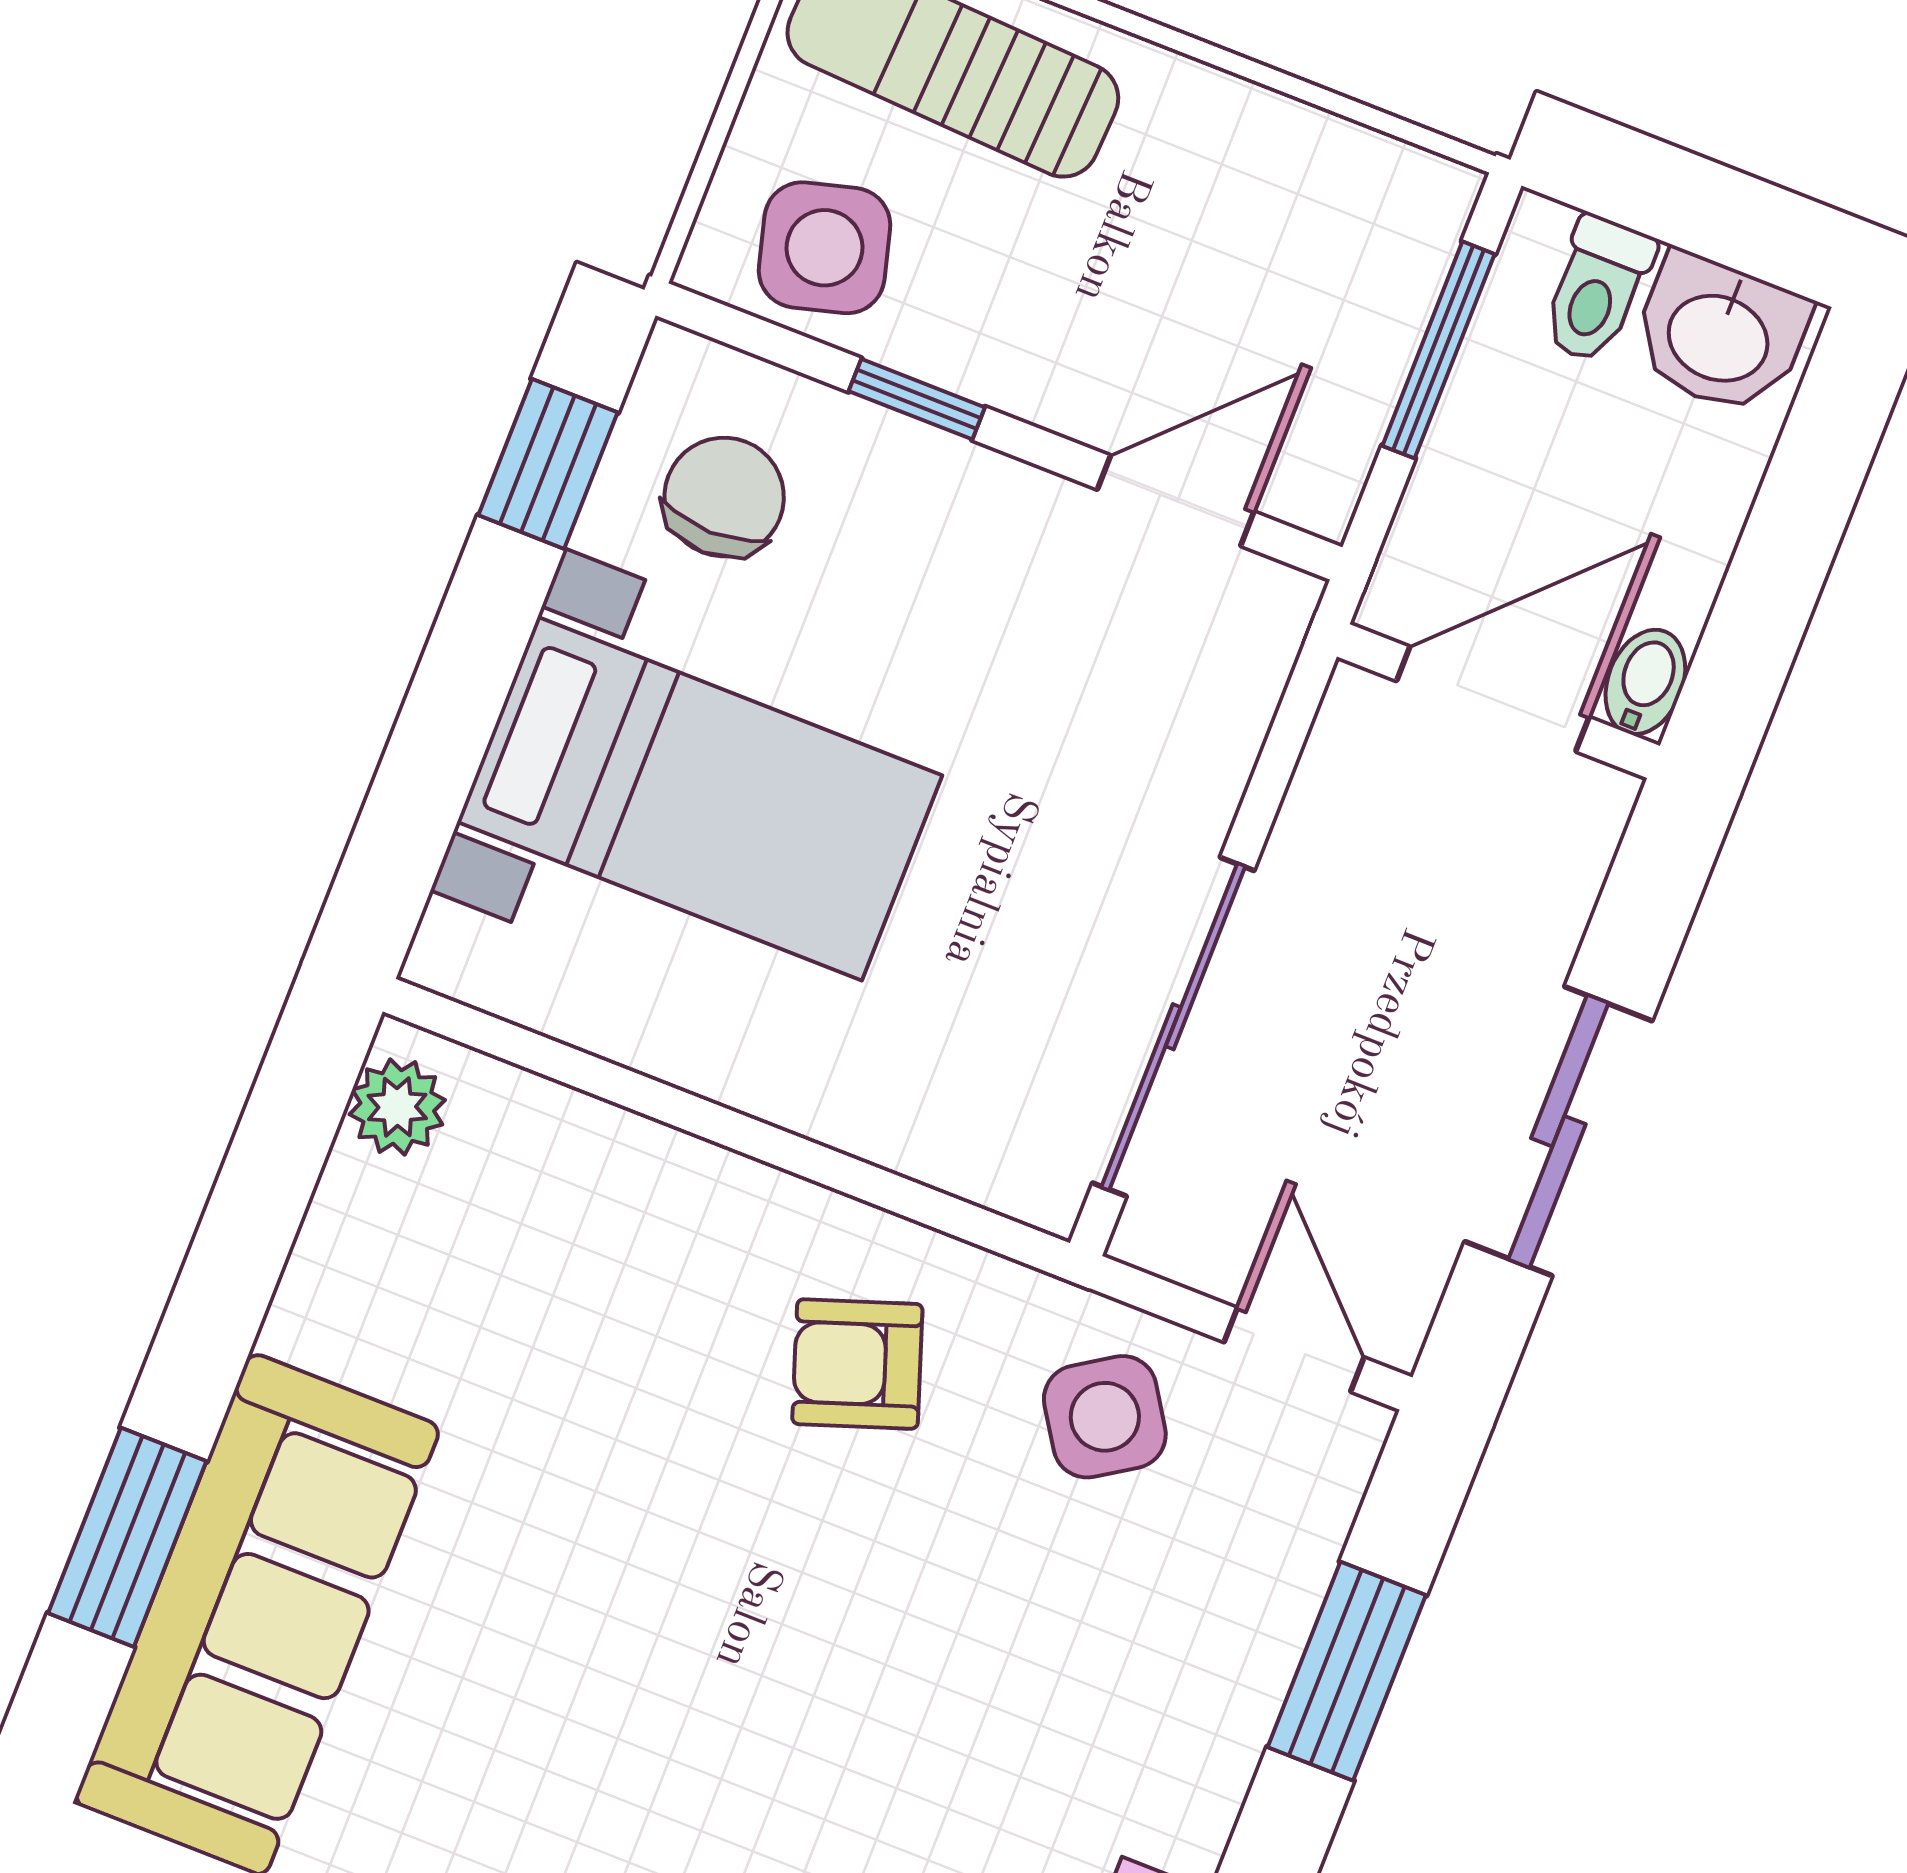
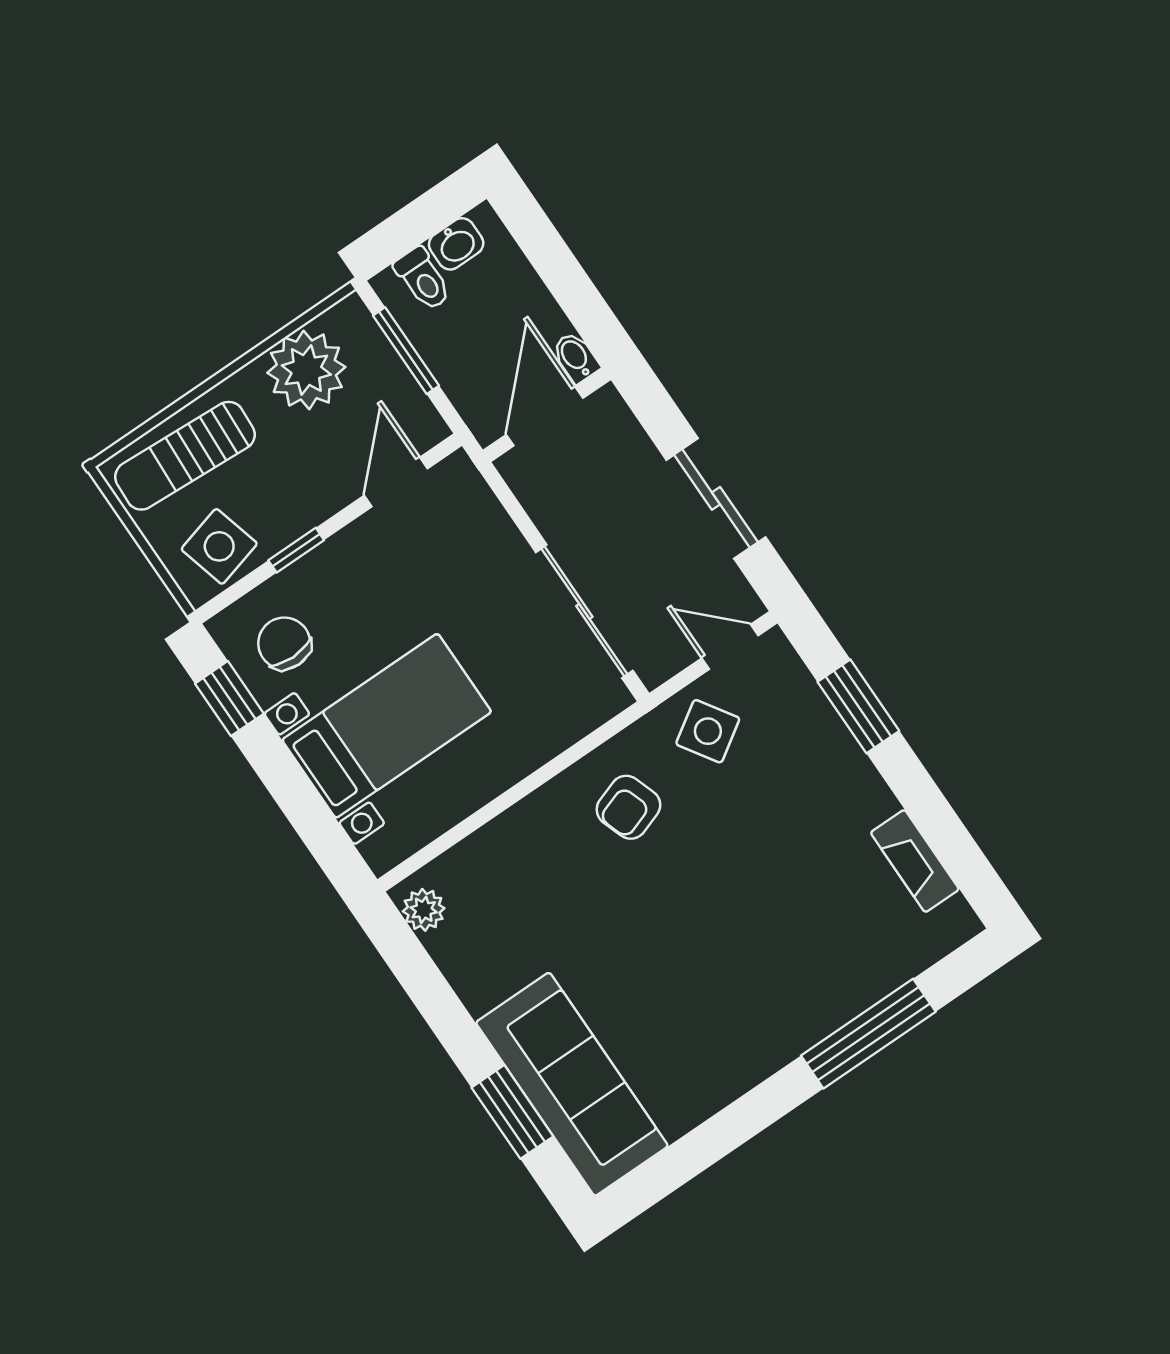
plant: (1273, 186) -> (306, 370), added
washbasin: (1719, 334) -> (456, 244), width x0.72, depth x0.69

